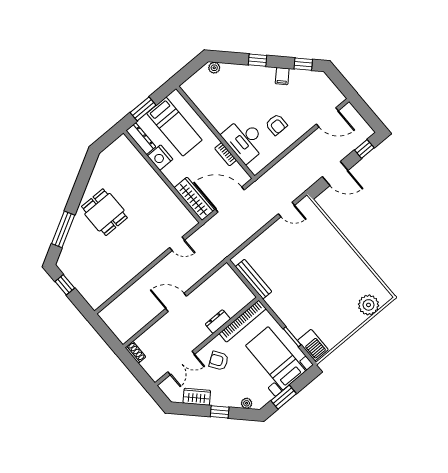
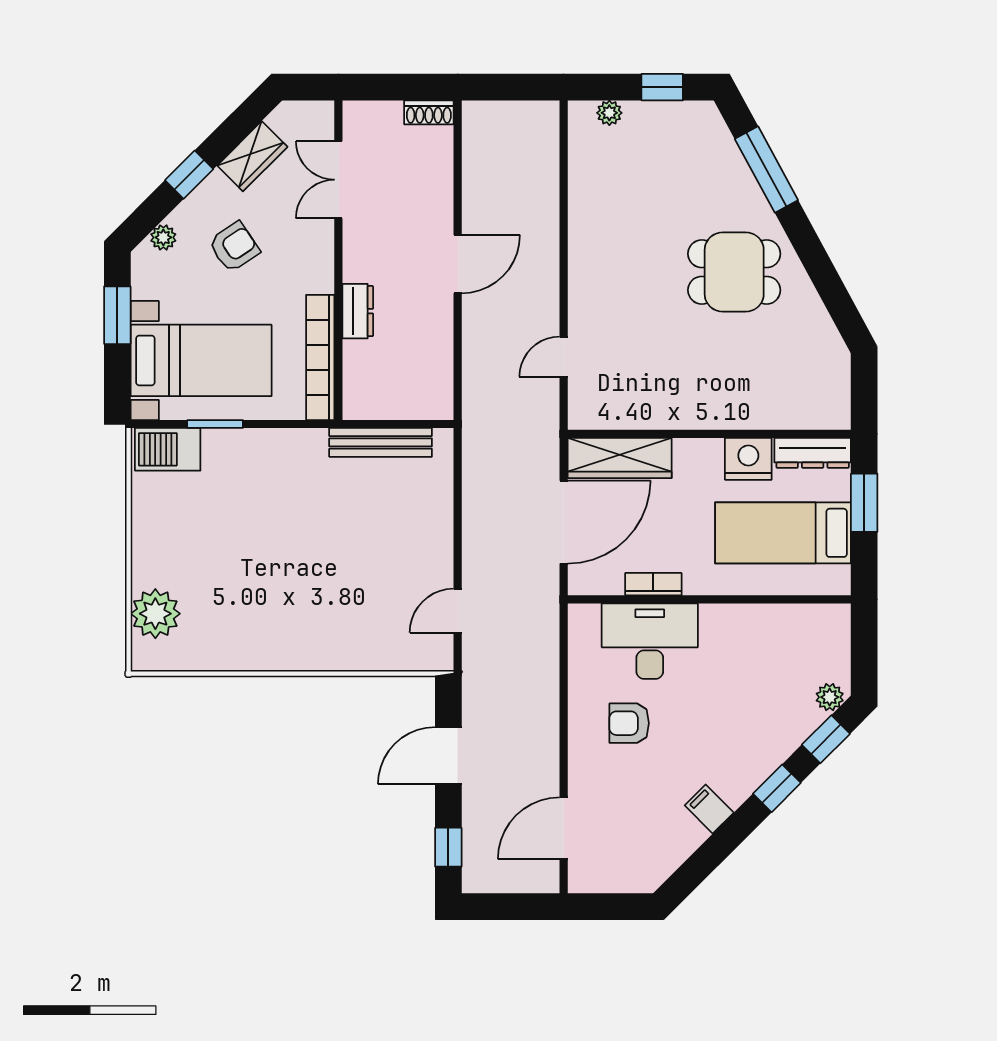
window: (303, 64) -> (826, 739), moved
plant: (87, 295) -> (609, 113), added
armchair: (219, 361) -> (234, 247), moved

